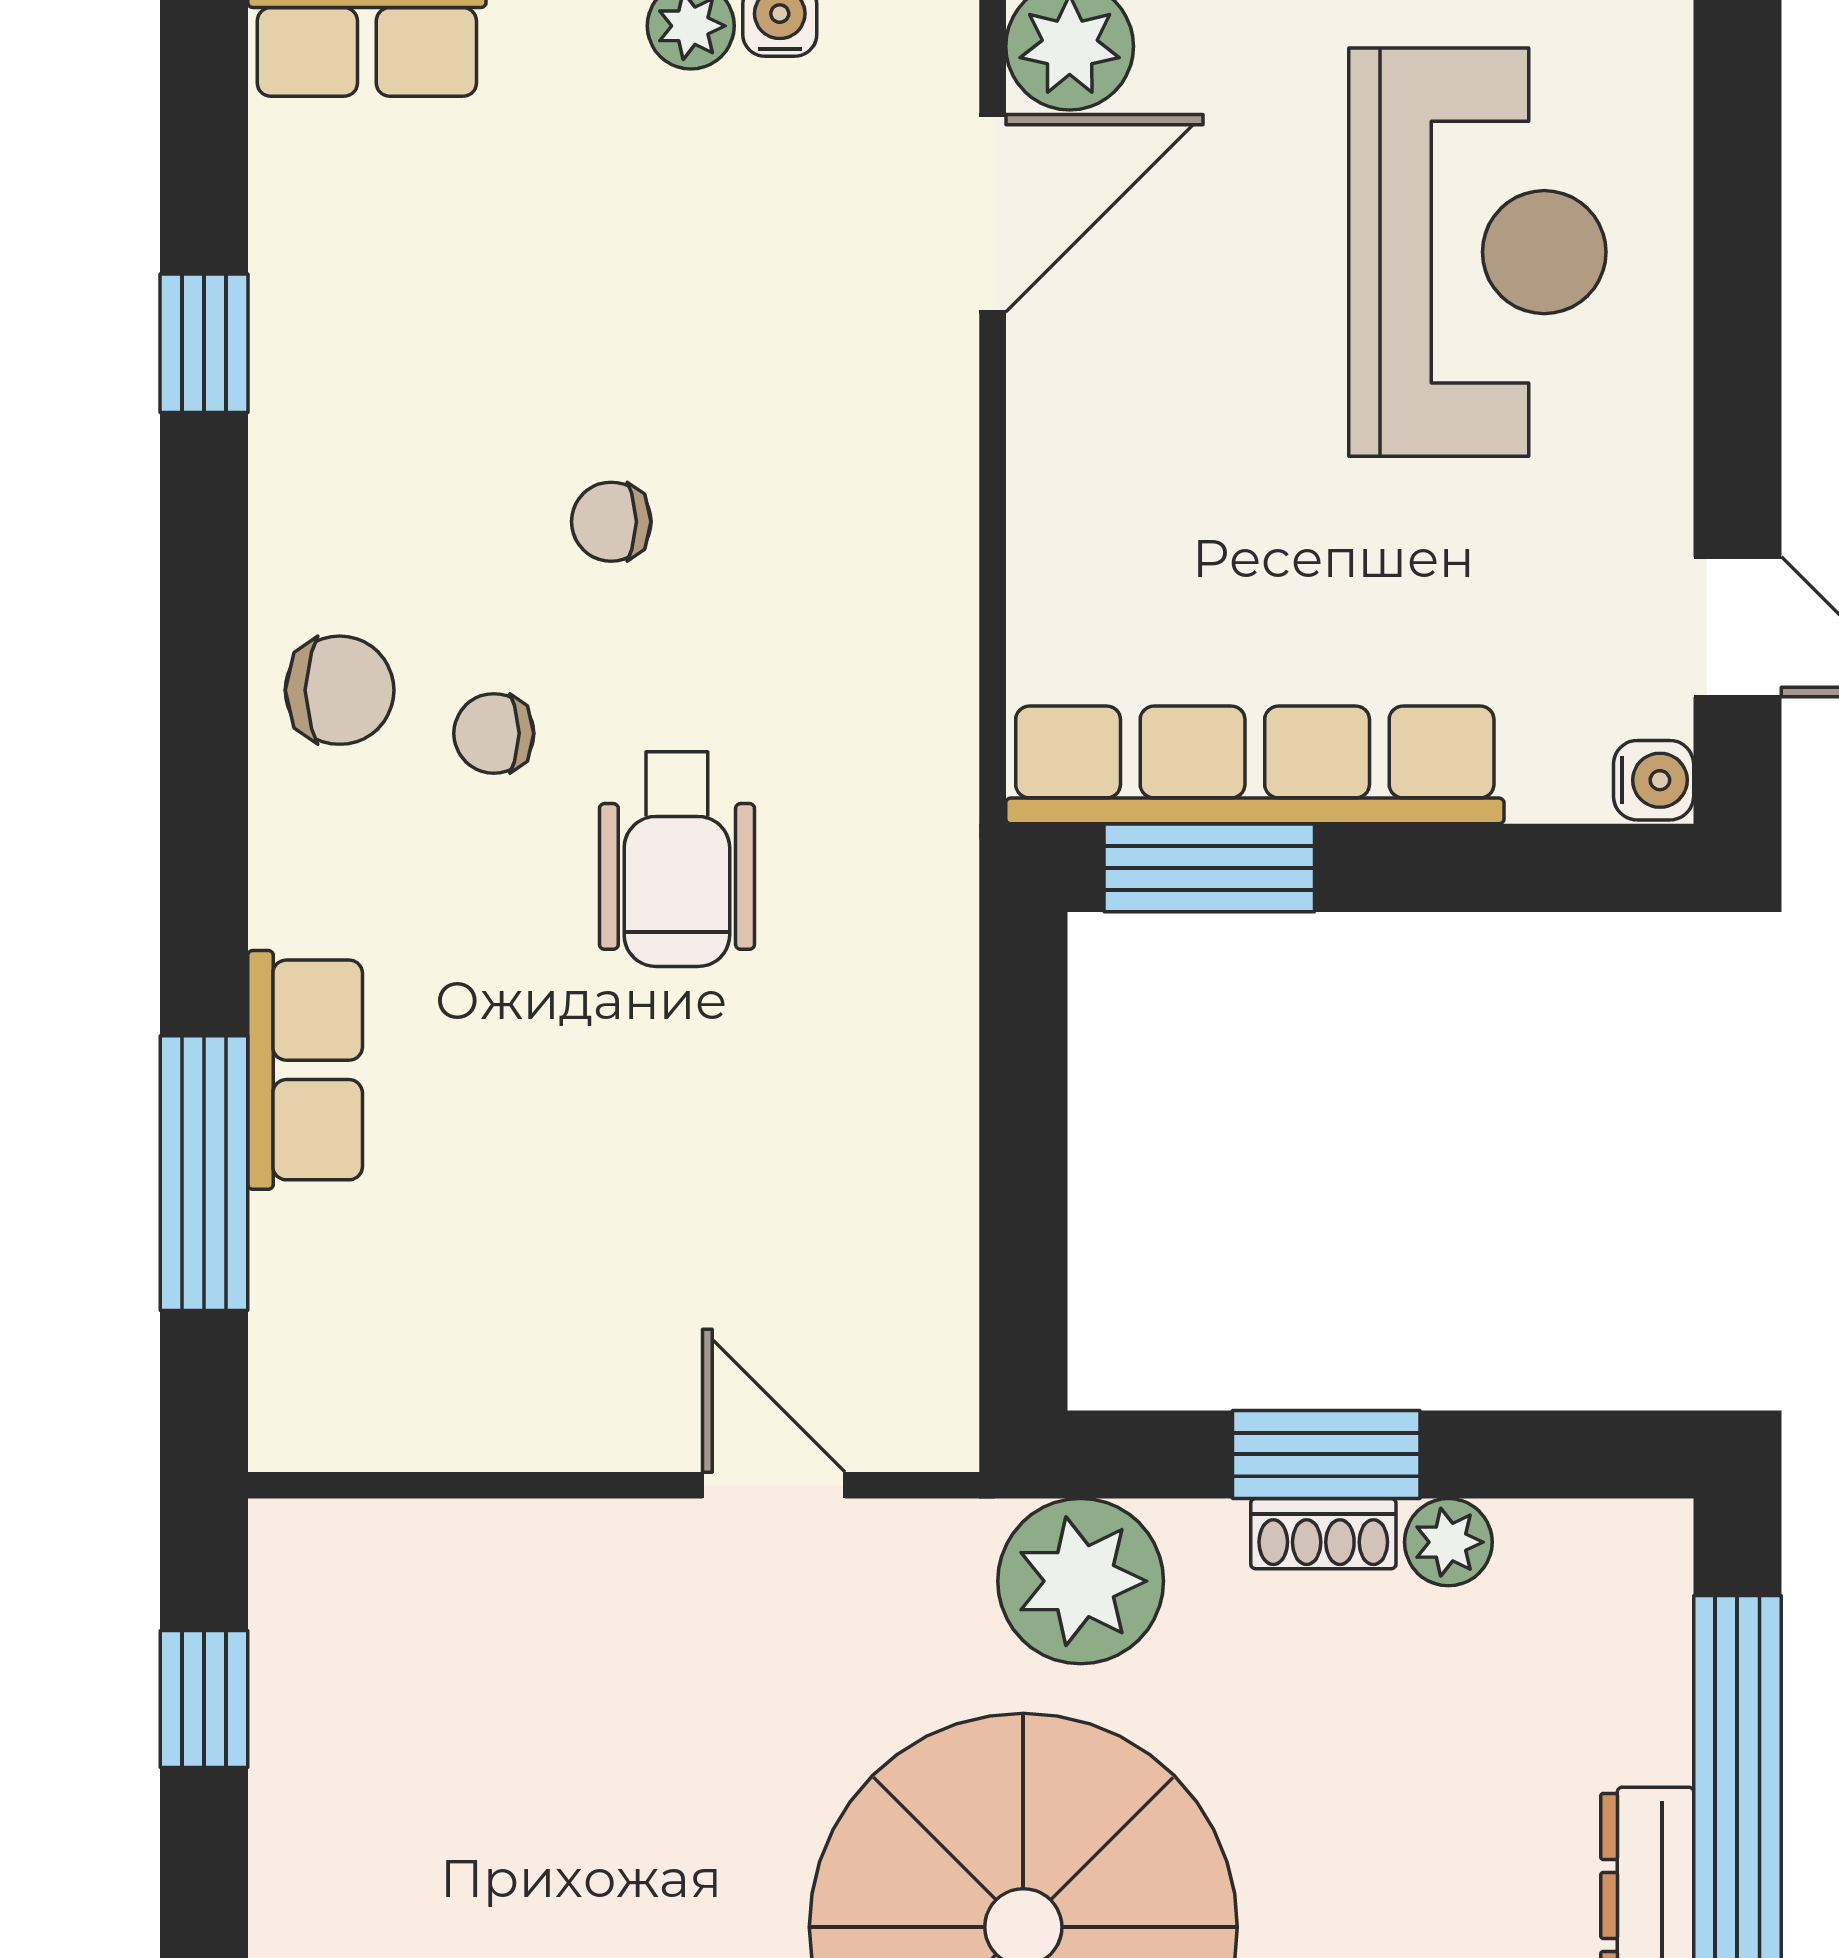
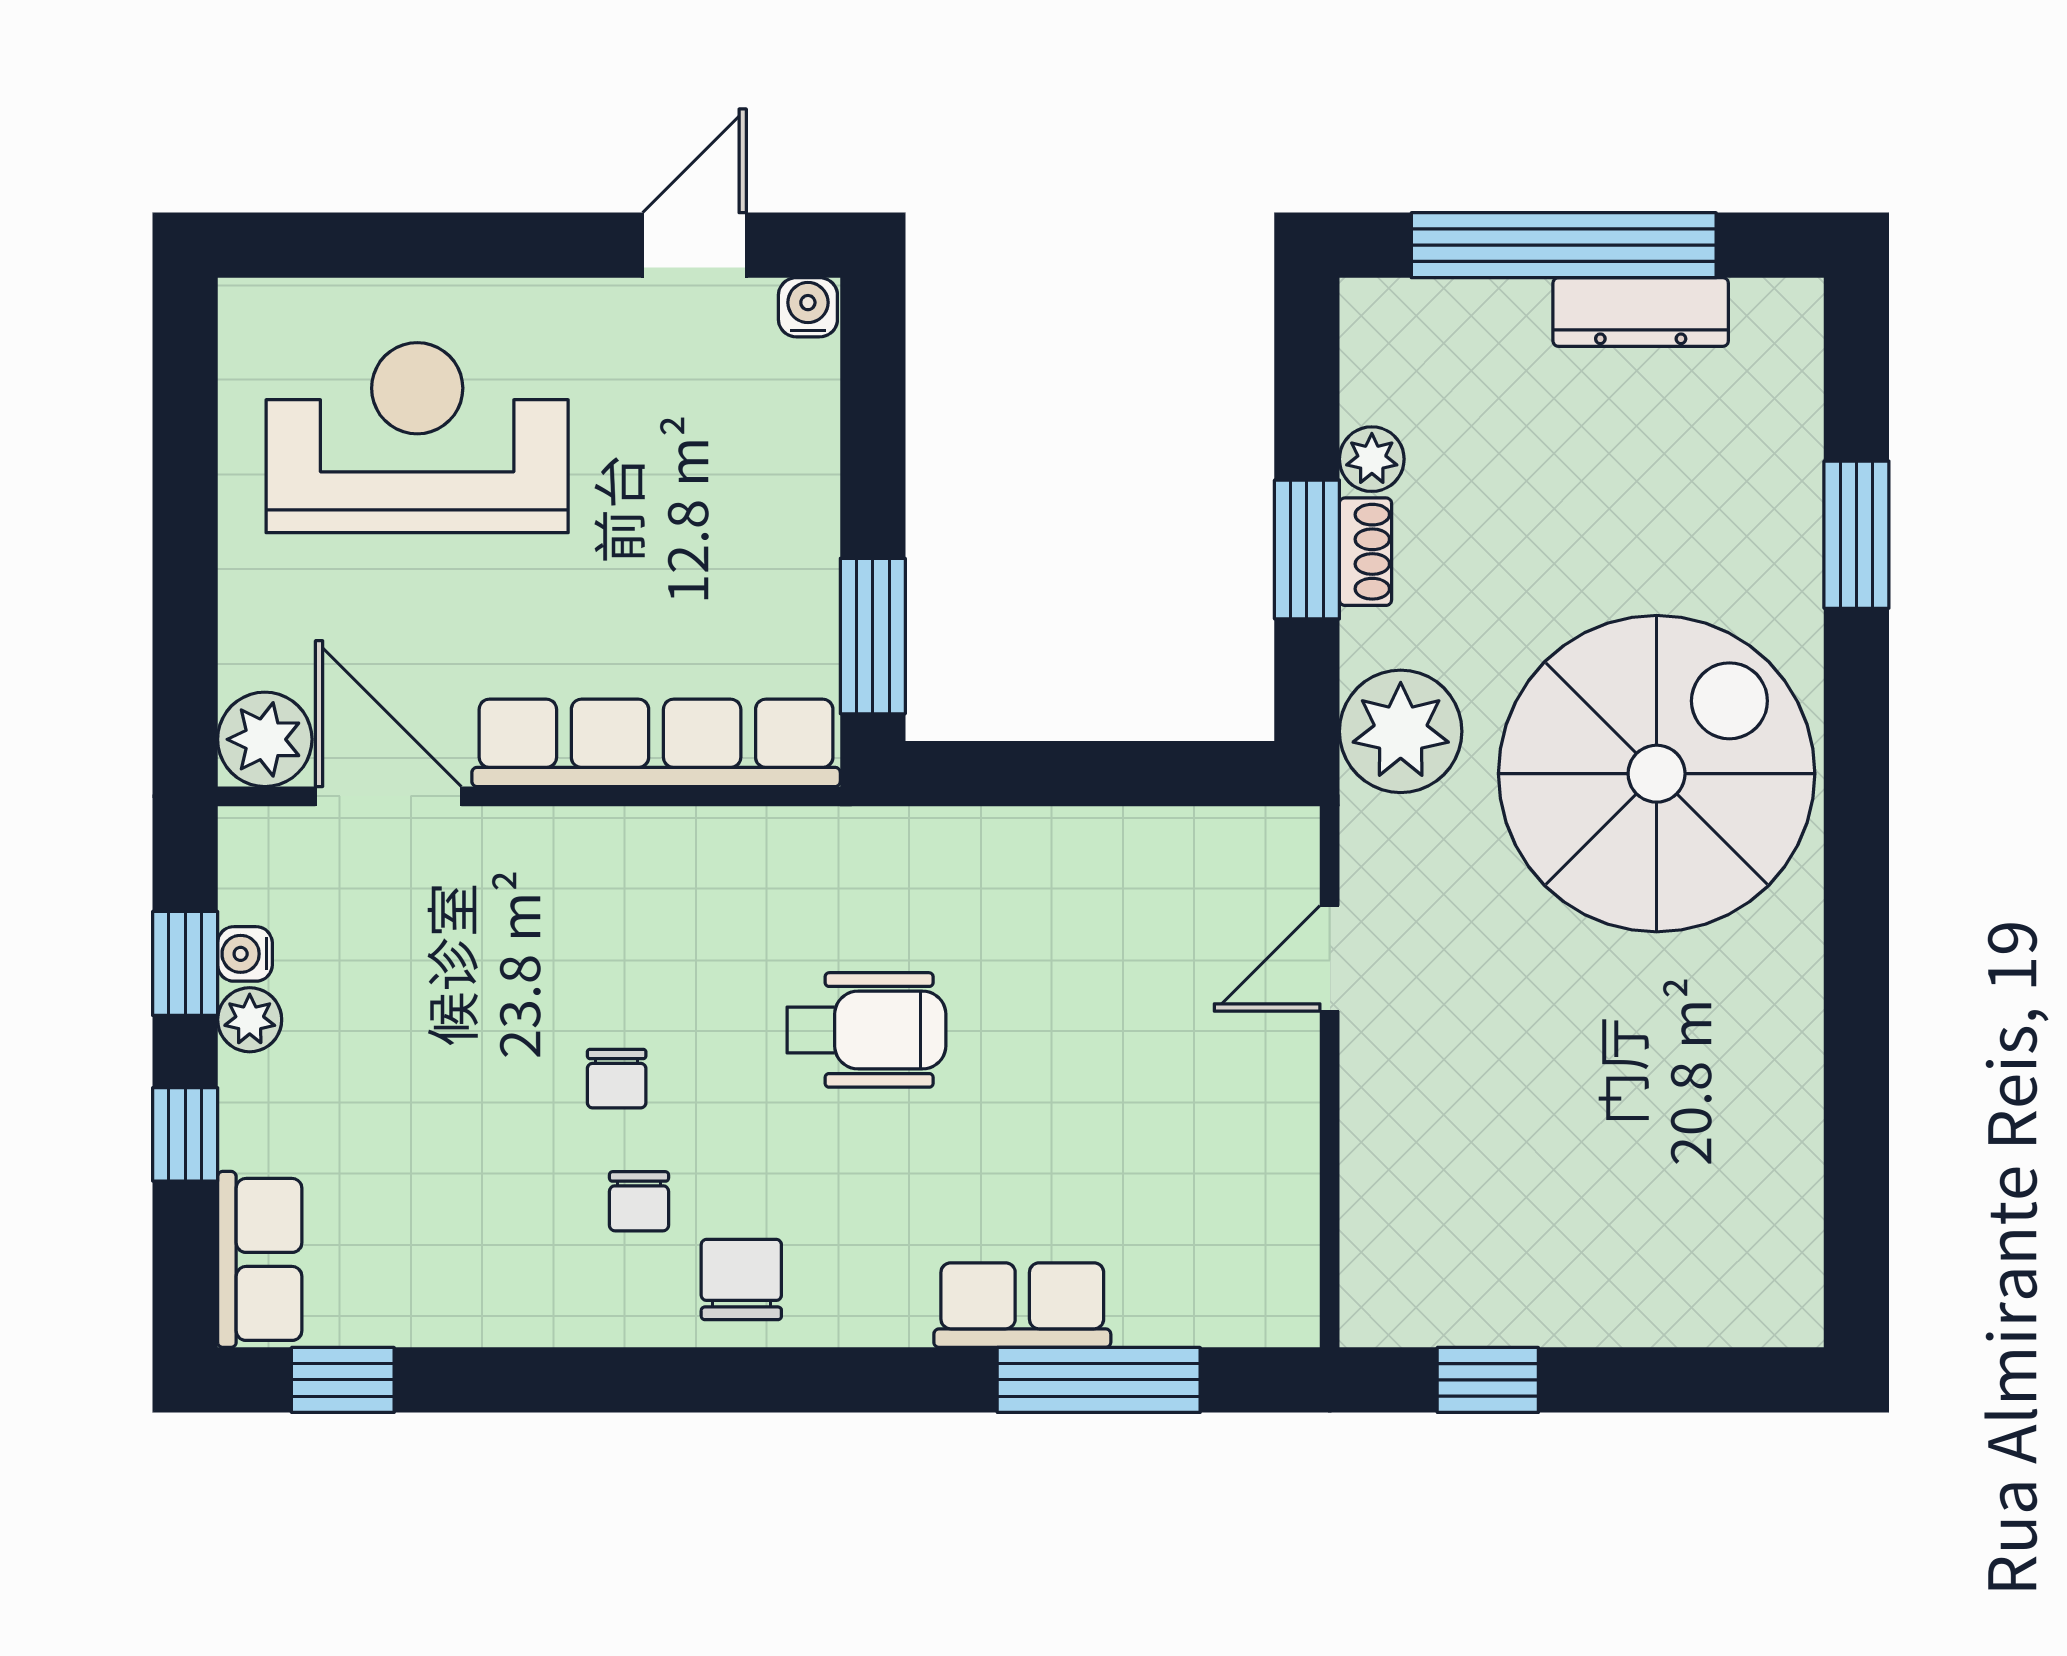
window: (204, 343) -> (343, 1380), moved
chair: (494, 733) -> (639, 1201), moved
row of seats: (1255, 765) -> (656, 743), moved, turned 90

